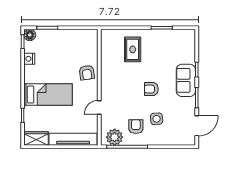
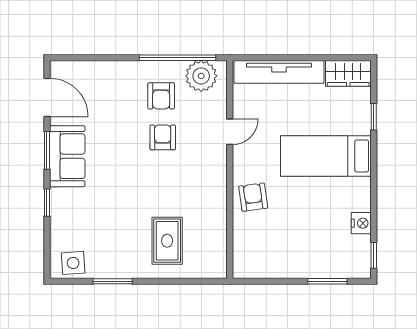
floor lamp: (30, 35) -> (360, 268), removed
sofa: (186, 80) -> (67, 156), moved
armchair: (151, 89) -> (163, 137), moved, turned -90
side table: (157, 119) -> (73, 263), moved
door: (197, 126) -> (47, 97), swing flipped

